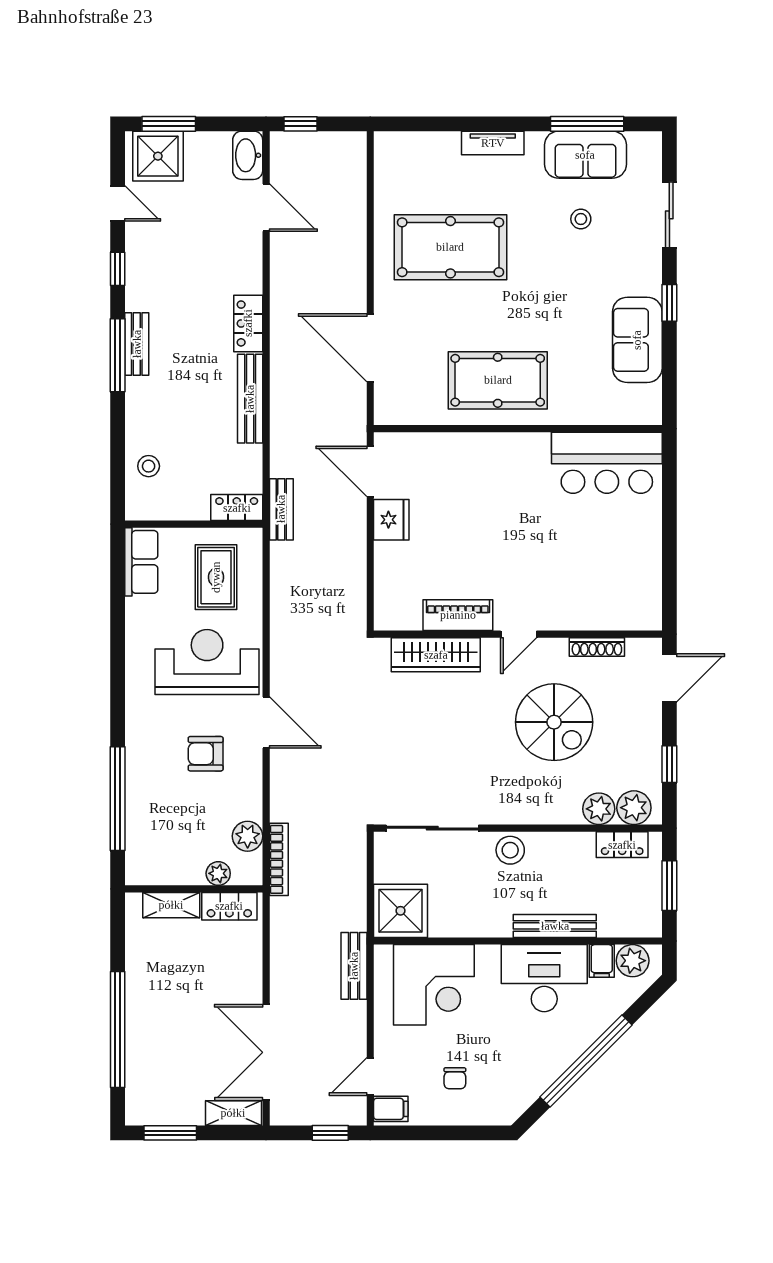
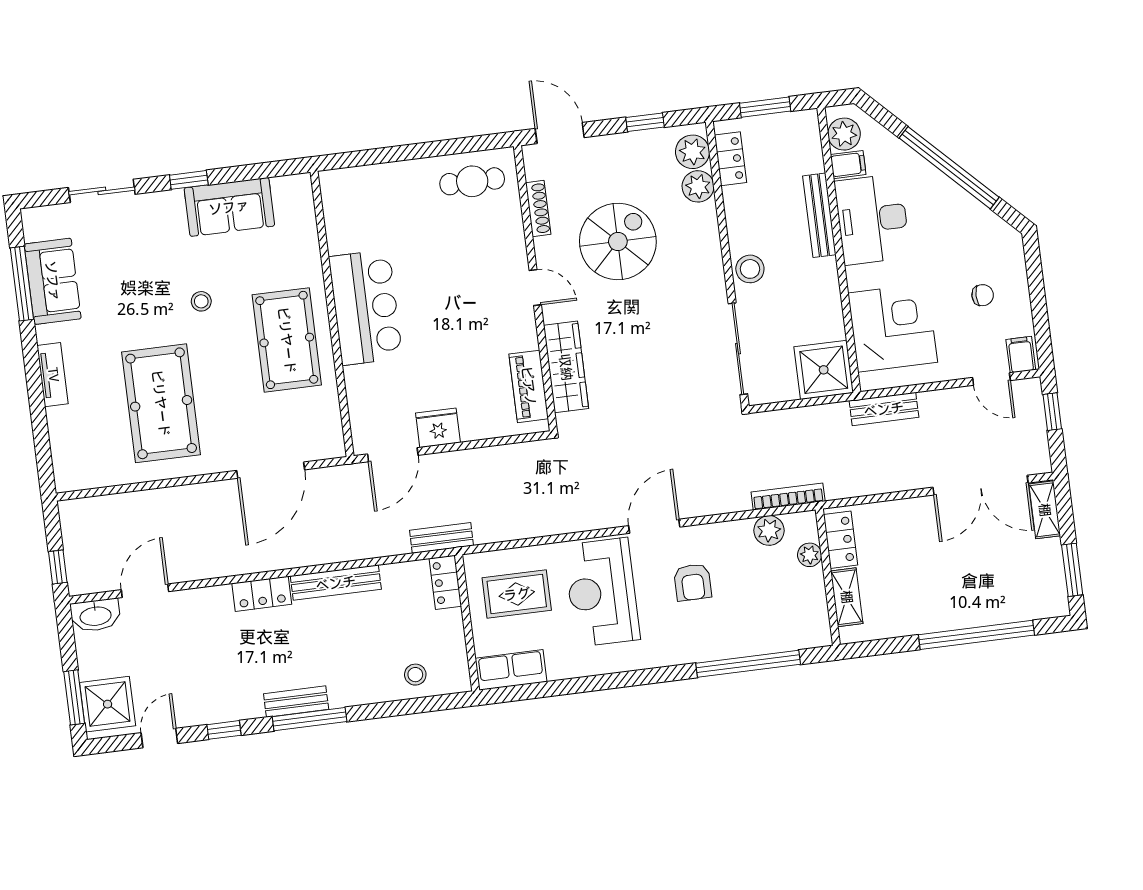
stool: (581, 219) -> (201, 301), moved
bar counter: (607, 463) -> (366, 307), moved
cafe table: (632, 585) -> (472, 181), added
piano: (458, 615) -> (529, 386), moved

